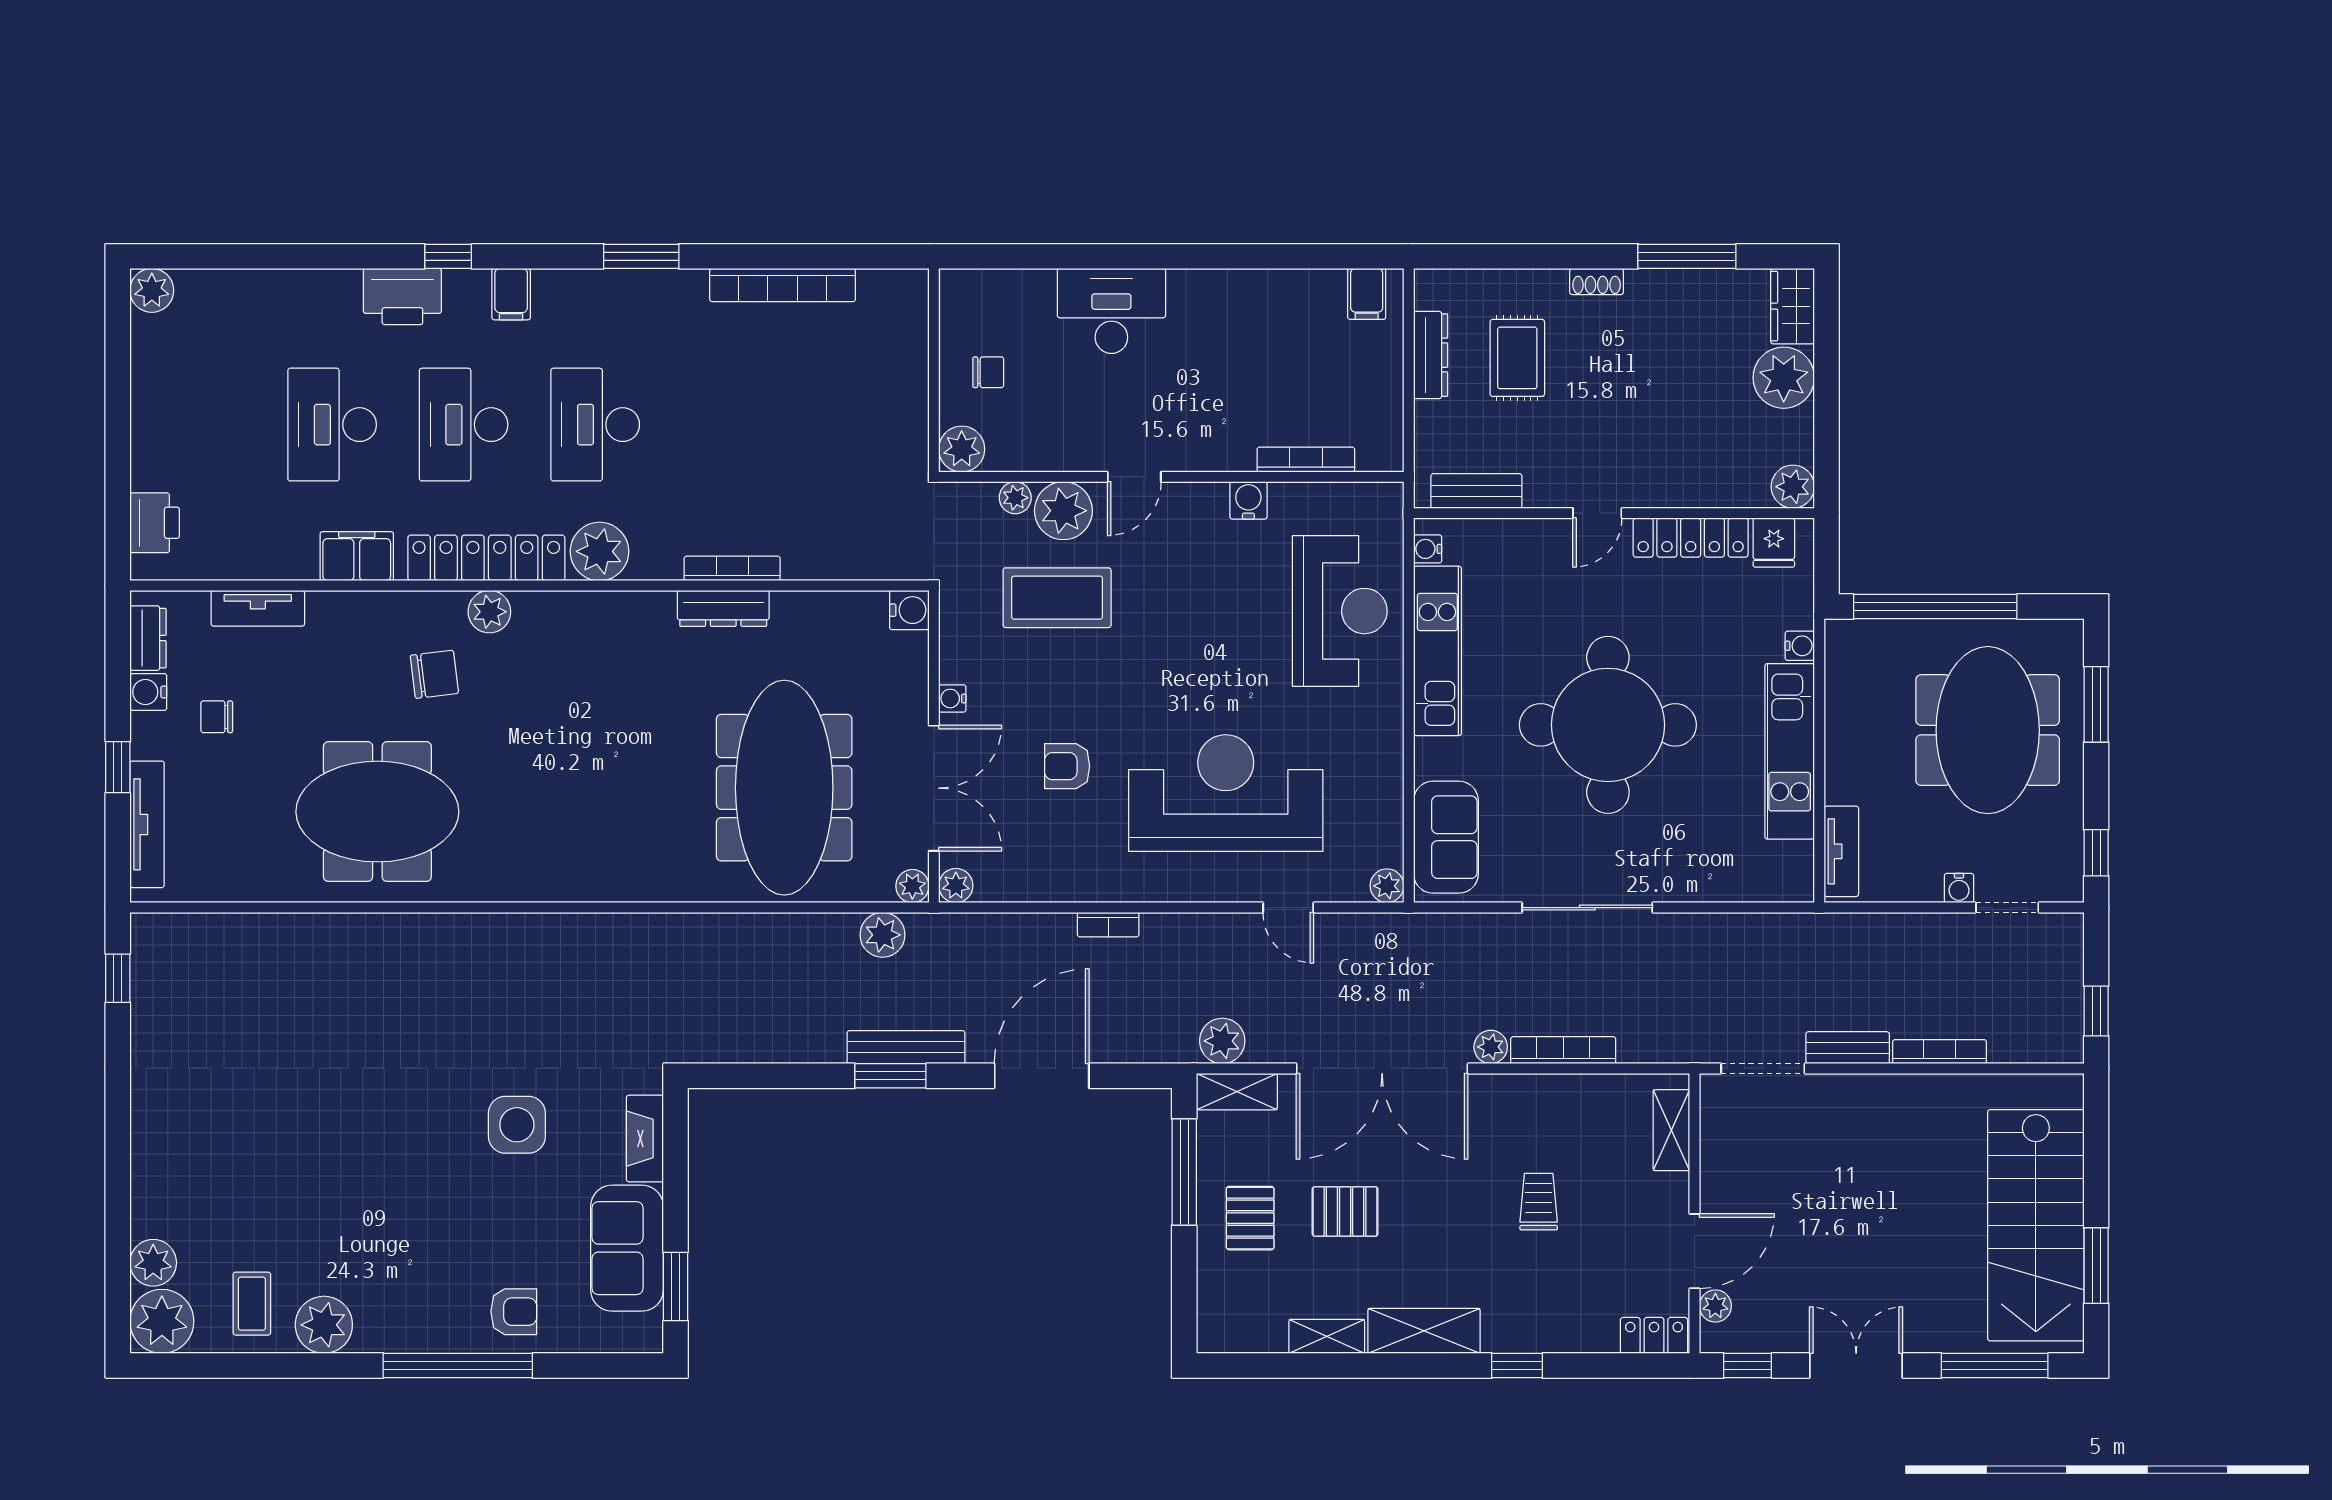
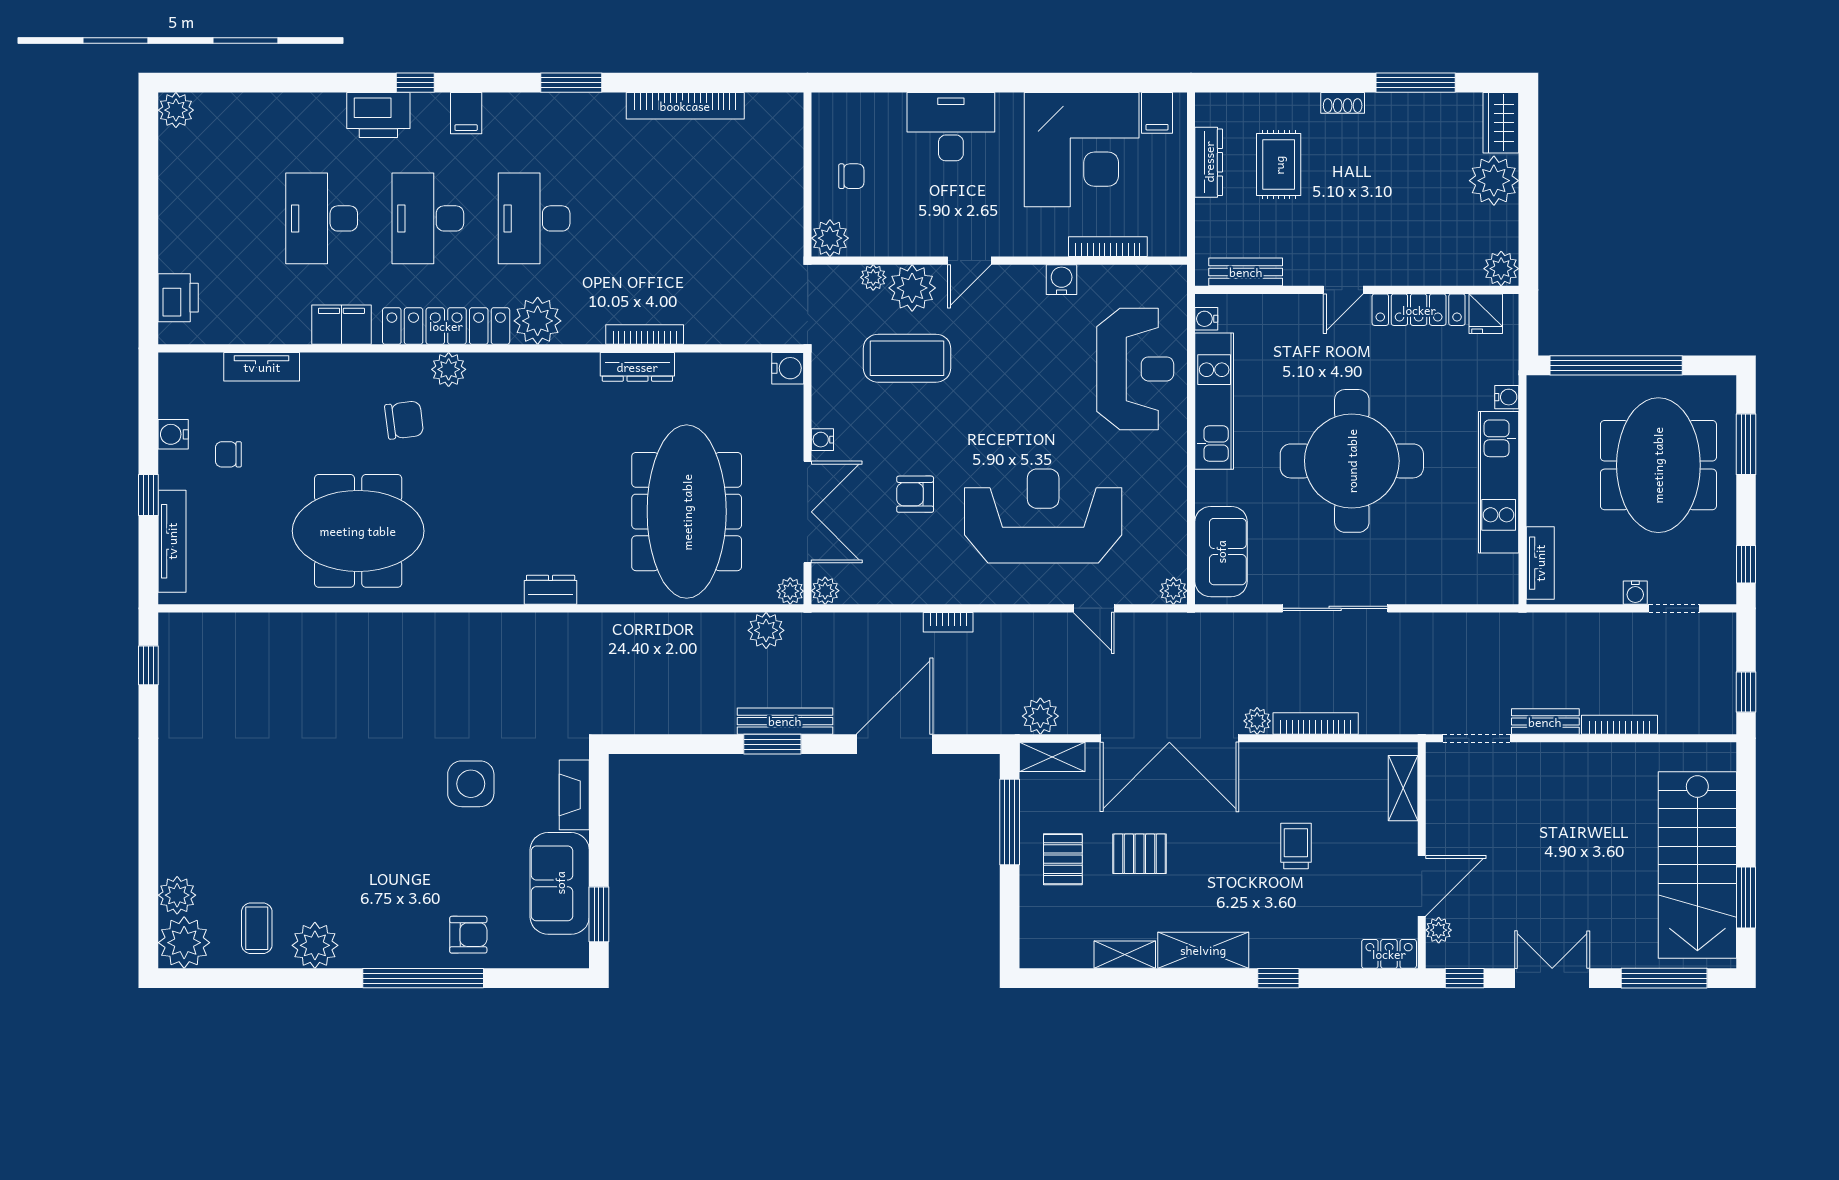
corner desk: (1273, 339) -> (1082, 150), added
dresser: (148, 638) -> (551, 590), moved, turned -90

